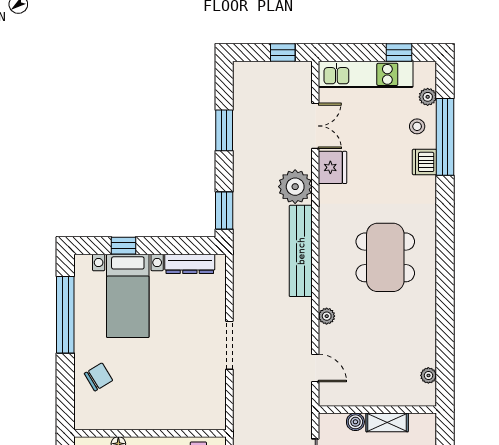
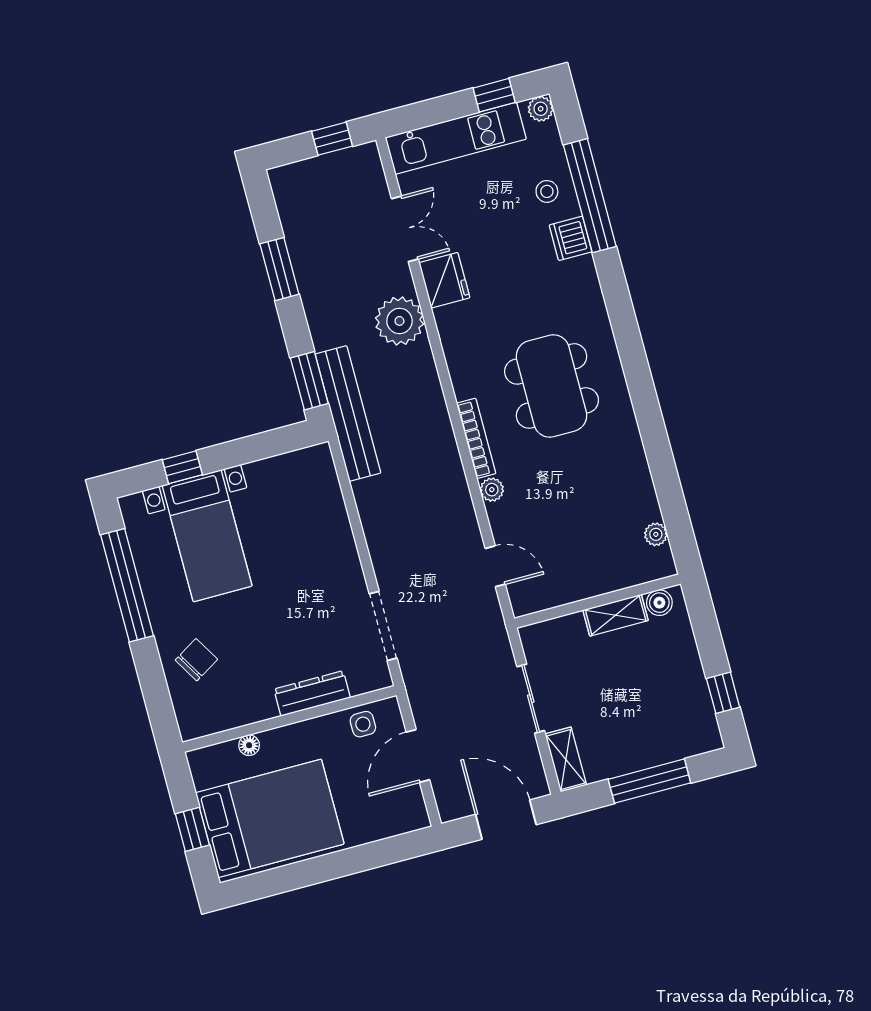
plant: (428, 97) -> (541, 109), moved
bench: (301, 251) -> (348, 414), moved
dresser: (190, 264) -> (312, 693), moved, turned 180
bookcase: (325, 279) -> (476, 438), added
doorway: (229, 345) -> (383, 626), moved
boiler: (355, 422) -> (659, 603), moved

